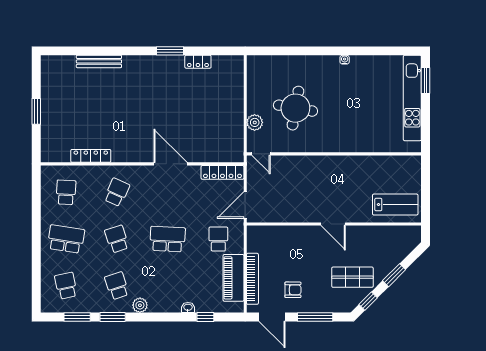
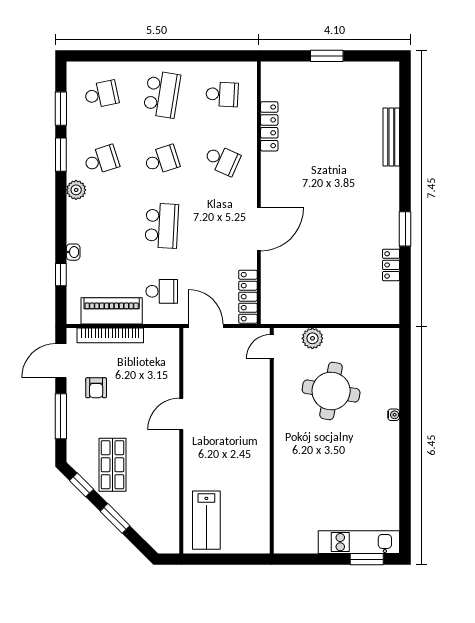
water cooler: (345, 60) -> (394, 415), moved
kitchen unit: (412, 98) -> (359, 542), width x0.73
door: (333, 224) -> (181, 414), moved

